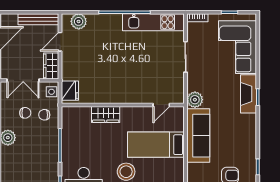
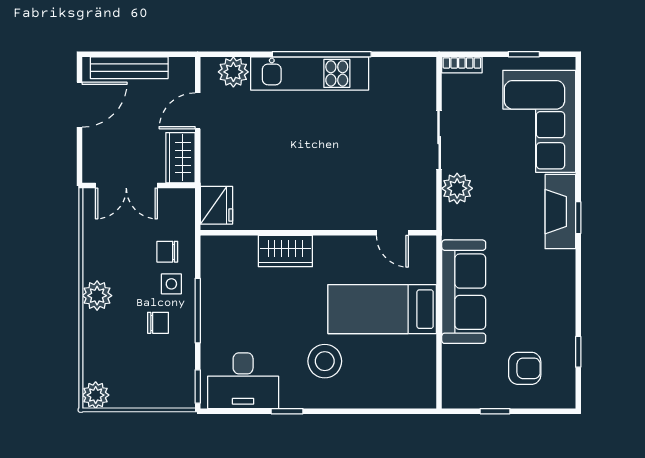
bench: (38, 19) -> (129, 68), moved
kitchen unit: (153, 22) -> (310, 73), moved
side table: (51, 92) -> (171, 284), moved
plant: (195, 100) -> (457, 188), moved
door: (161, 105) -> (392, 233), hinge flipped
chair: (25, 113) -> (158, 323), moved

